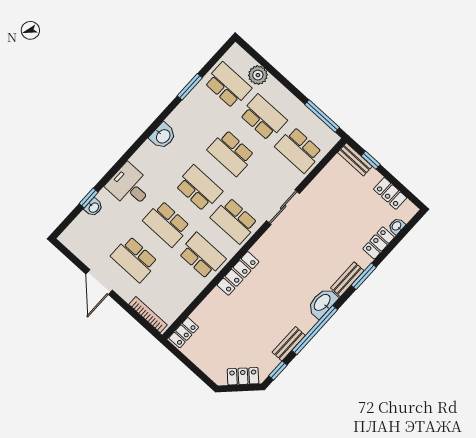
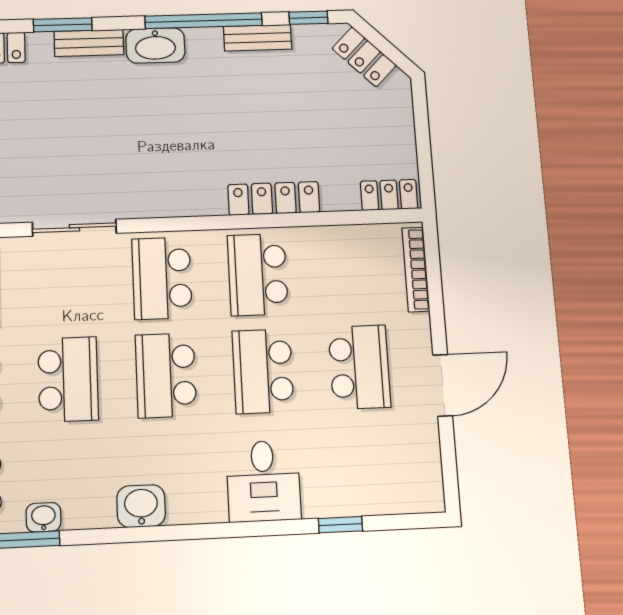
washbasin: (94, 207) -> (43, 517), moved
school desk: (234, 221) -> (162, 278), turned 180
school desk: (167, 224) -> (263, 371), turned 180
locker: (238, 273) -> (274, 198), moved

